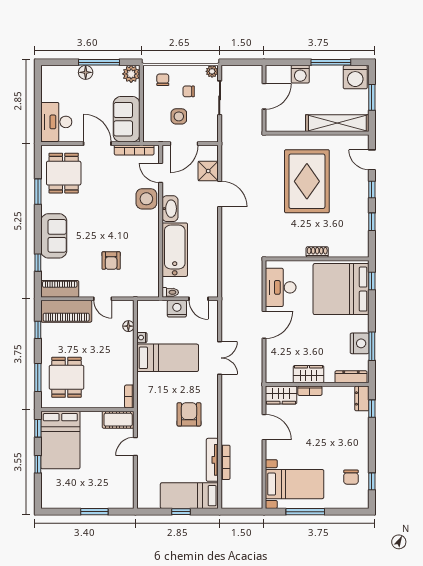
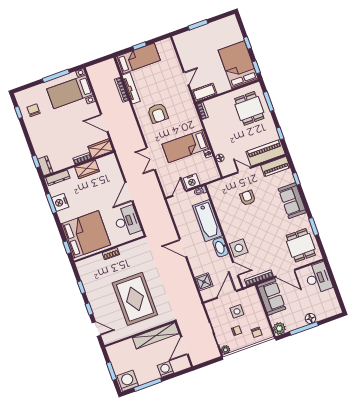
shelving: (337, 123) -> (156, 336), moved
door: (220, 194) -> (183, 248), moved
door: (199, 299) -> (179, 193), hinge flipped

